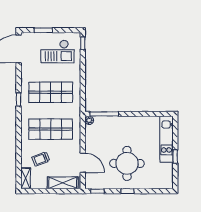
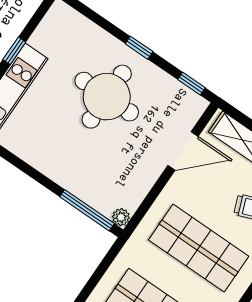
door: (83, 163) -> (183, 151), swing flipped

